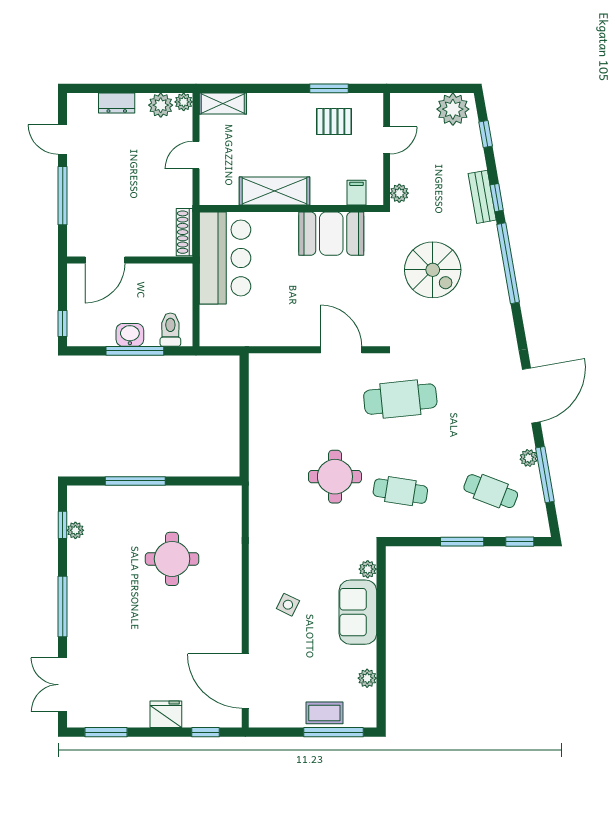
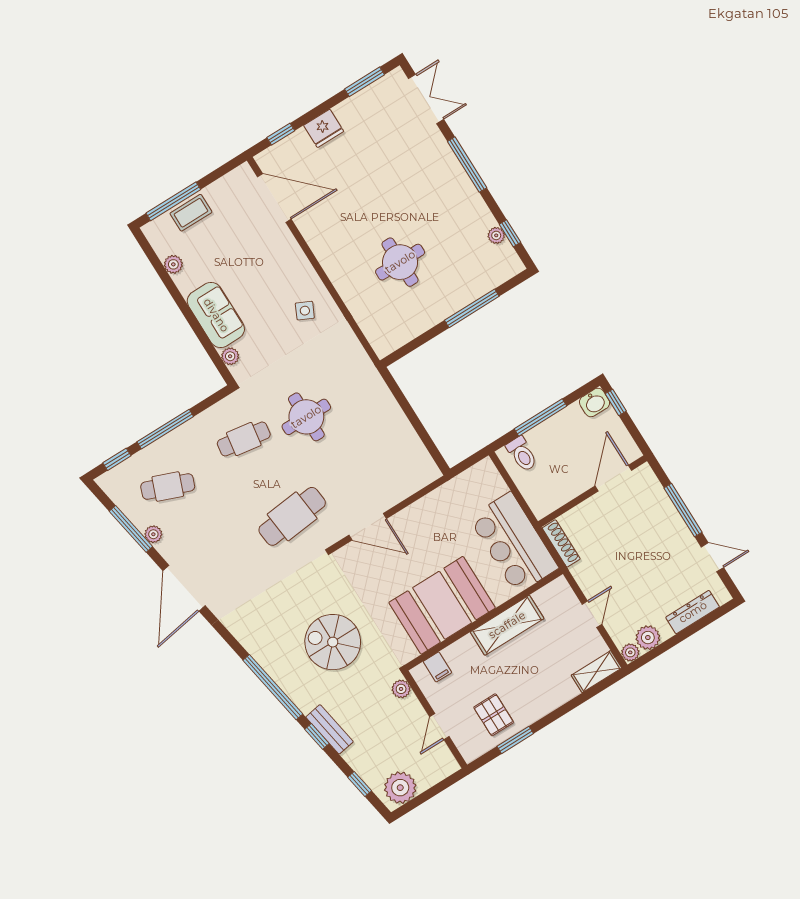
dresser: (117, 103) -> (693, 612), width x1.44
pallet: (334, 122) -> (494, 715), turned 90
booth: (331, 234) -> (442, 605), width x1.36, depth x1.42
washbasin: (130, 335) -> (595, 402), moved
window: (462, 542) -> (165, 429), width x1.44
side table: (288, 605) -> (305, 311), moved

